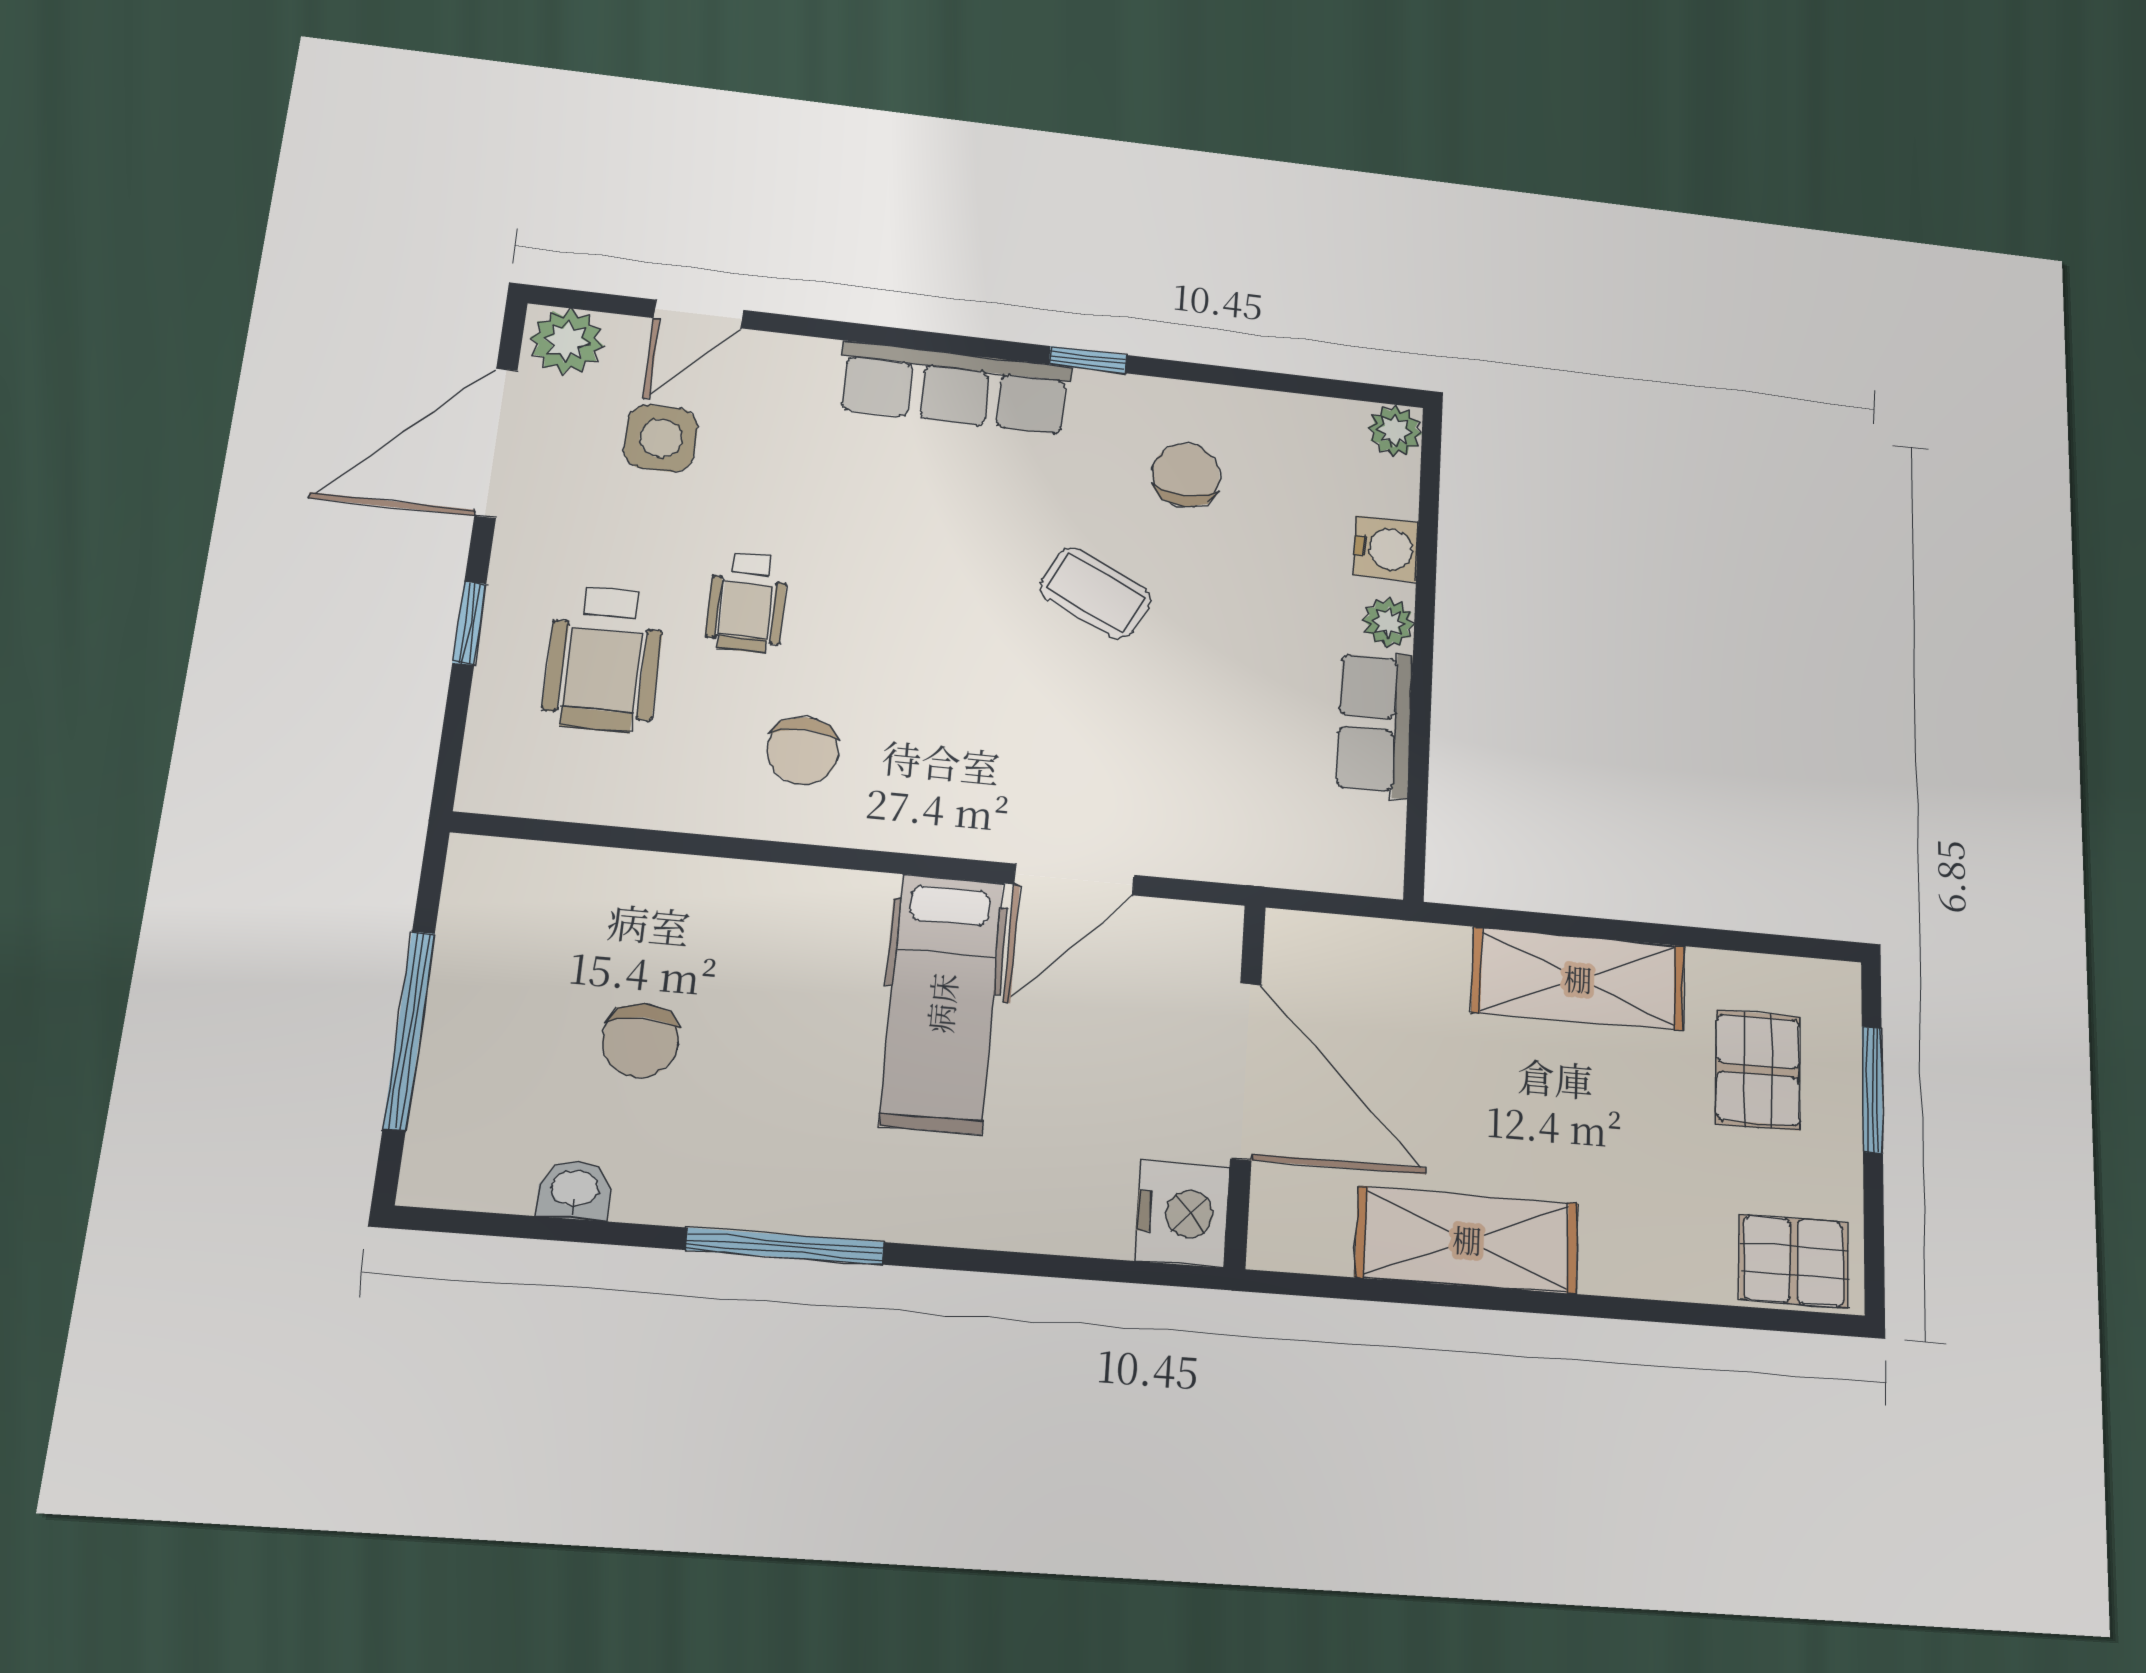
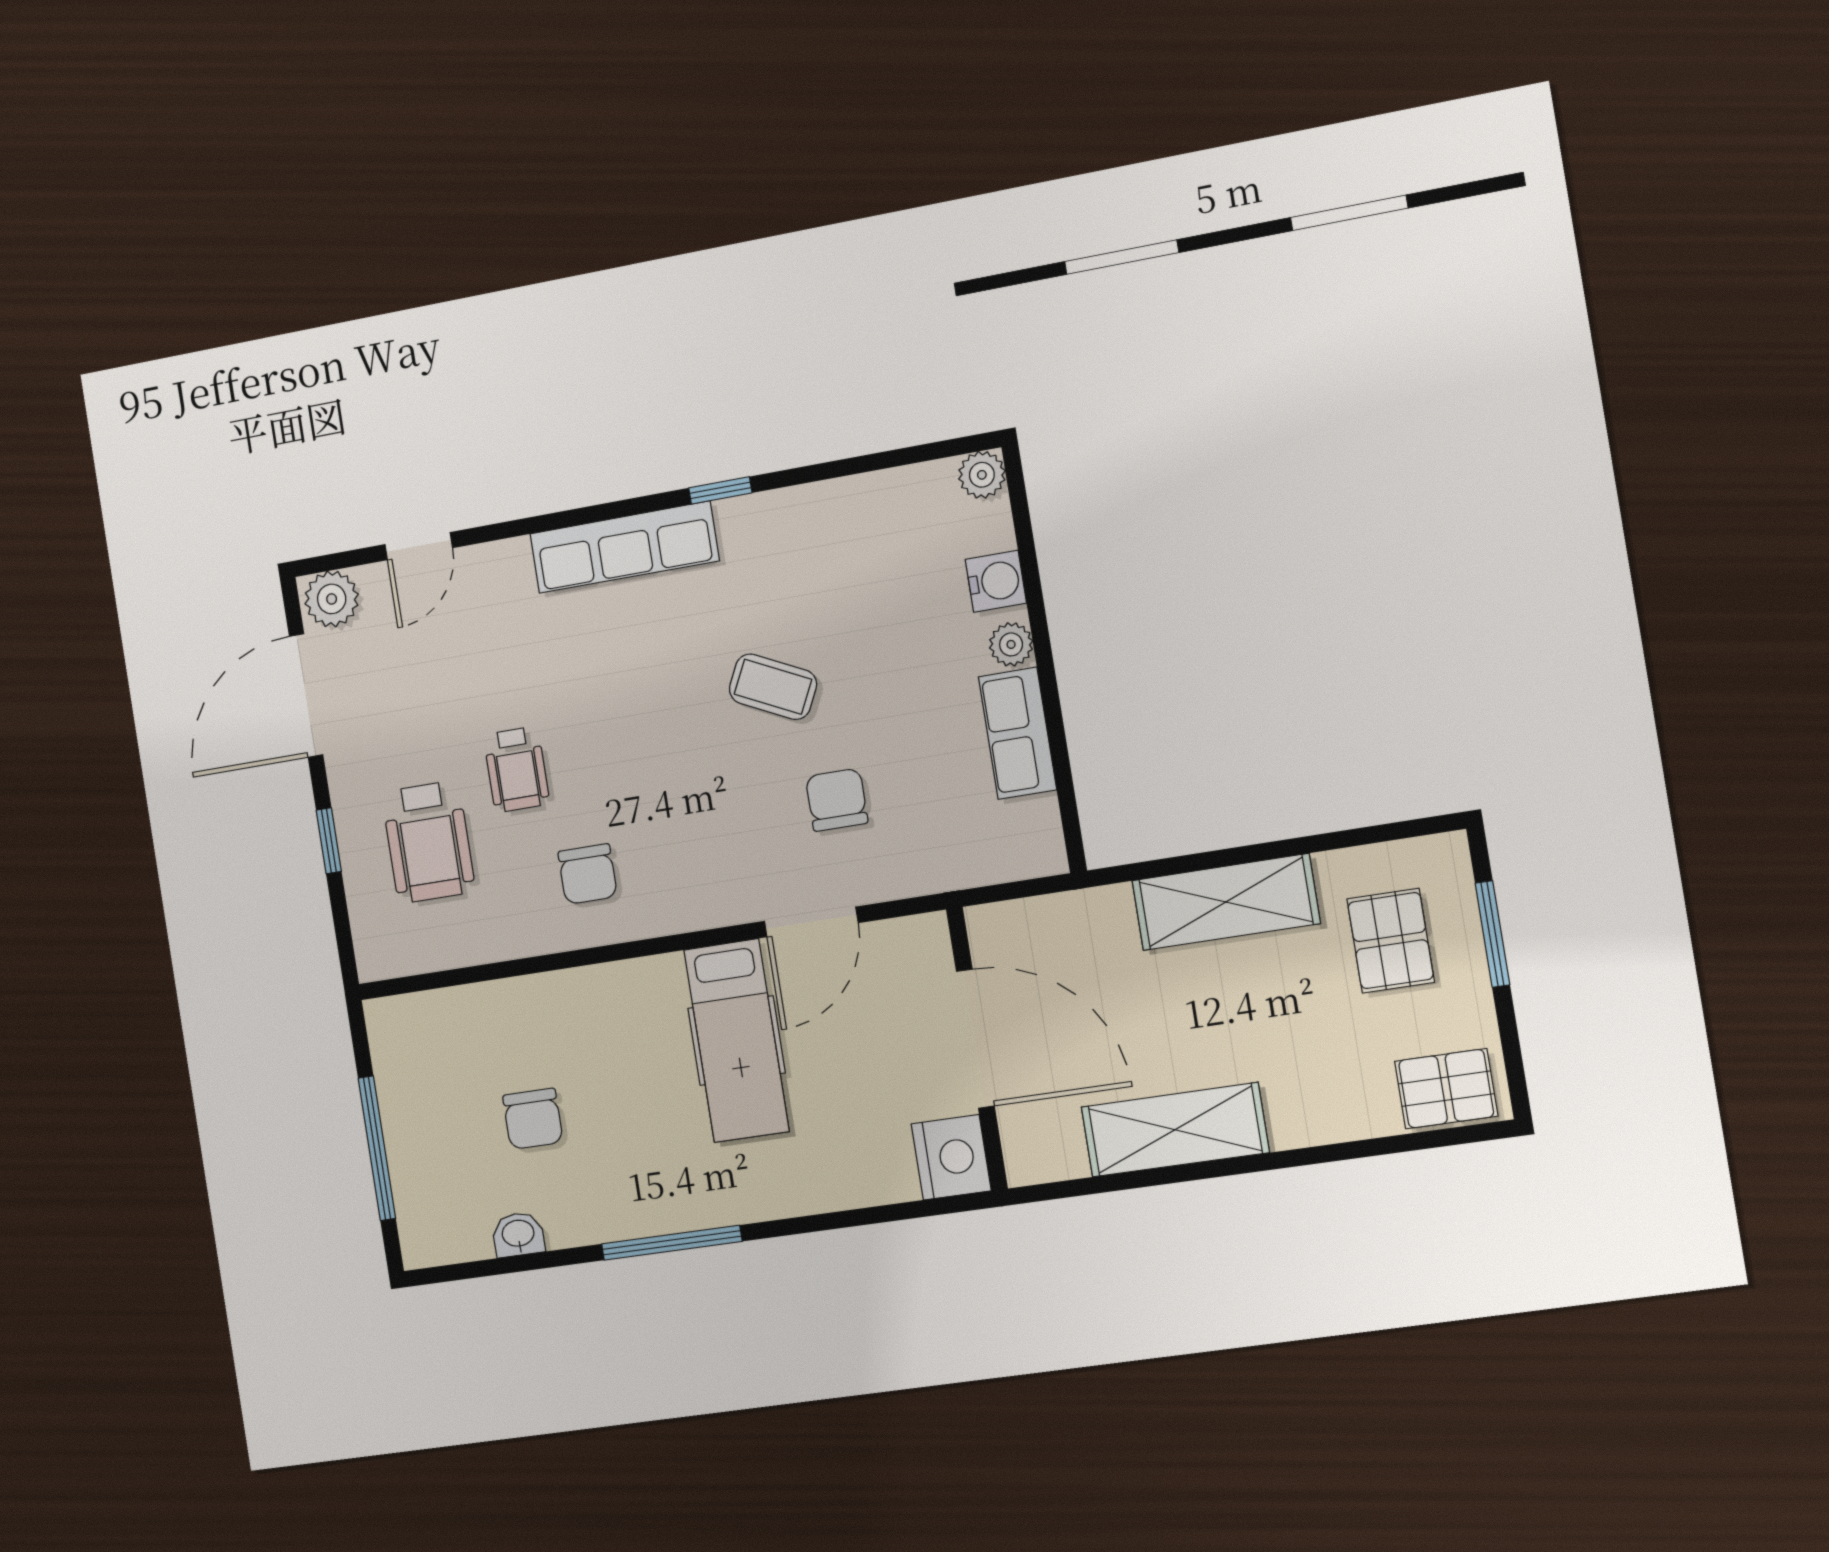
side table: (661, 438) -> (420, 656), removed
chair: (1186, 475) -> (837, 800), moved

